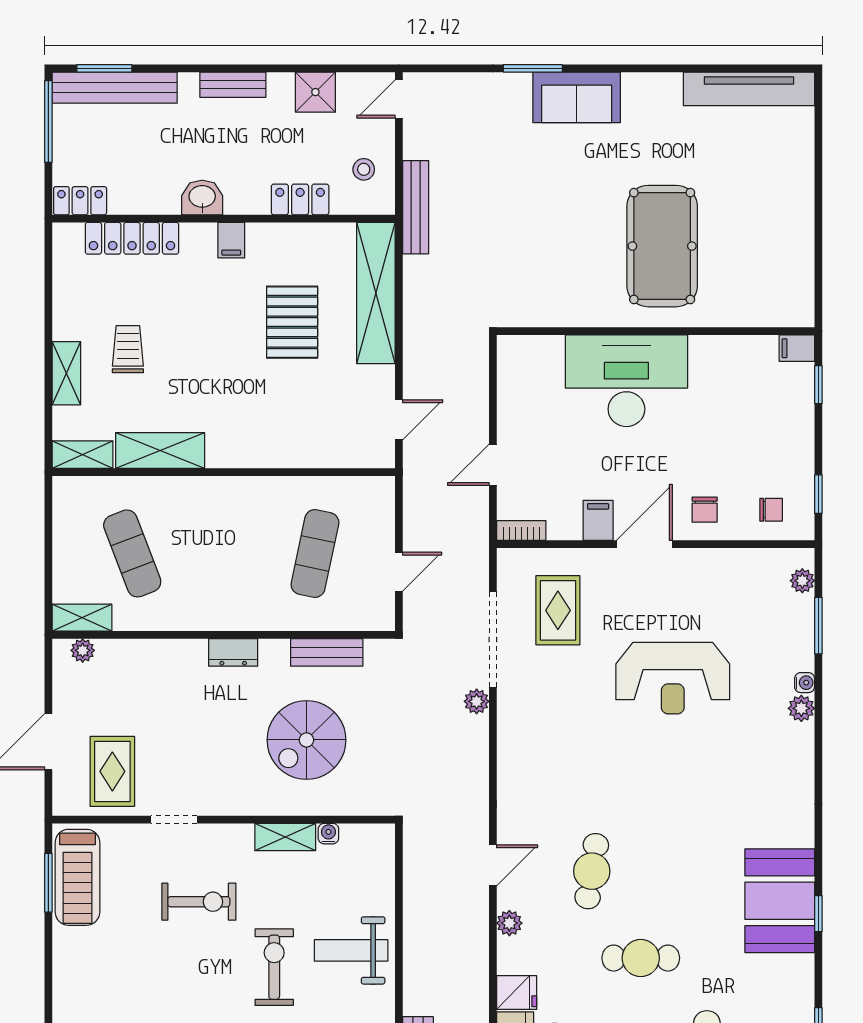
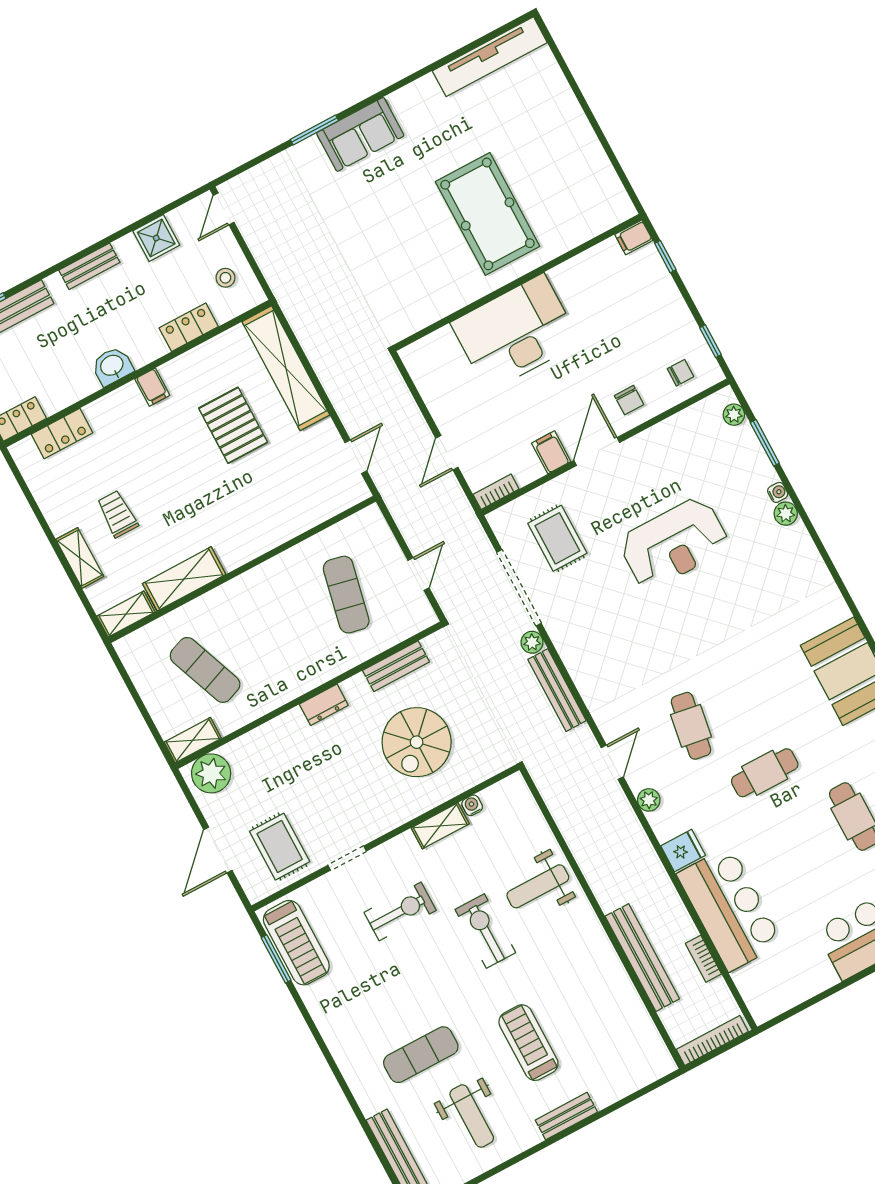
bench: (416, 207) -> (557, 690), moved
locker: (132, 238) -> (62, 433), width x0.66
plant: (83, 650) -> (211, 773), width x1.87, depth x1.87

